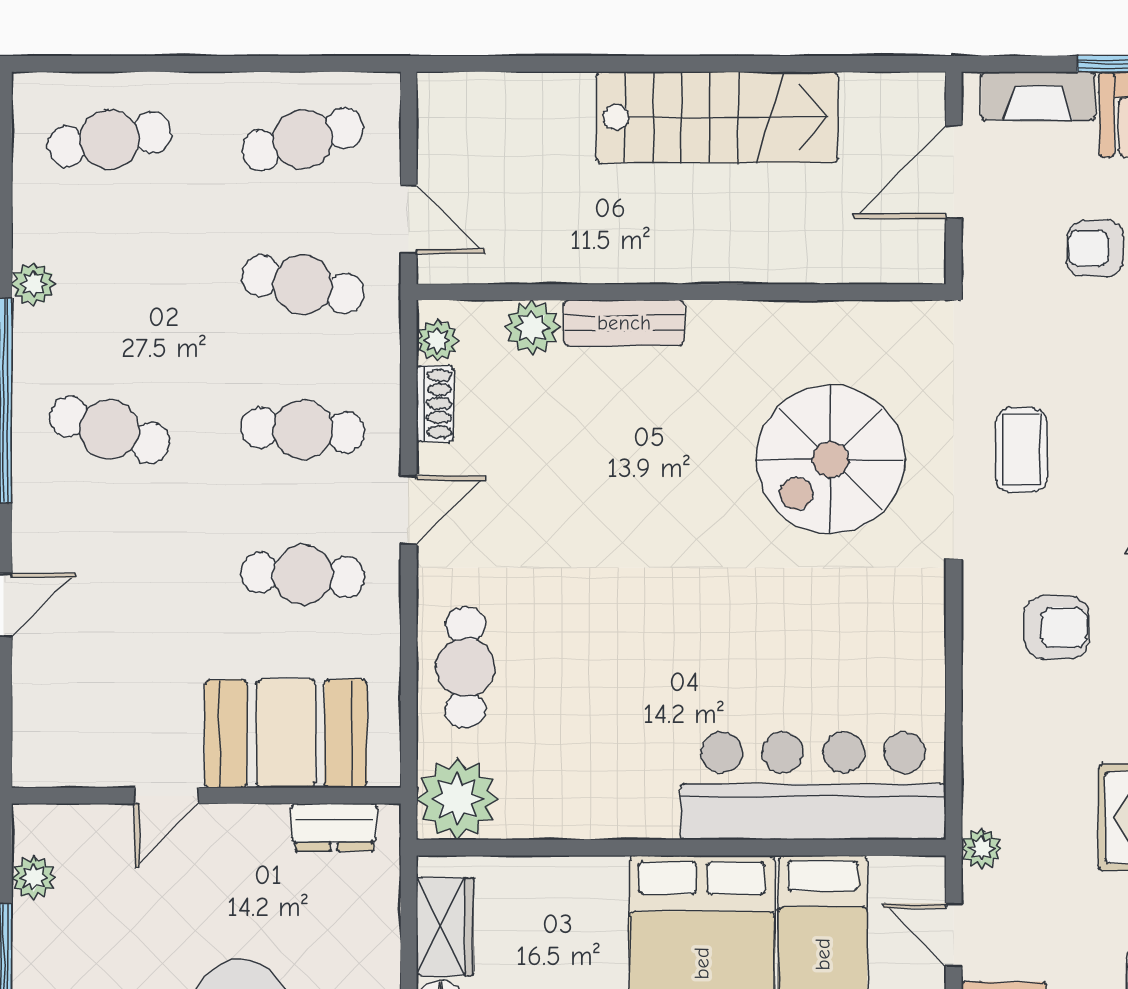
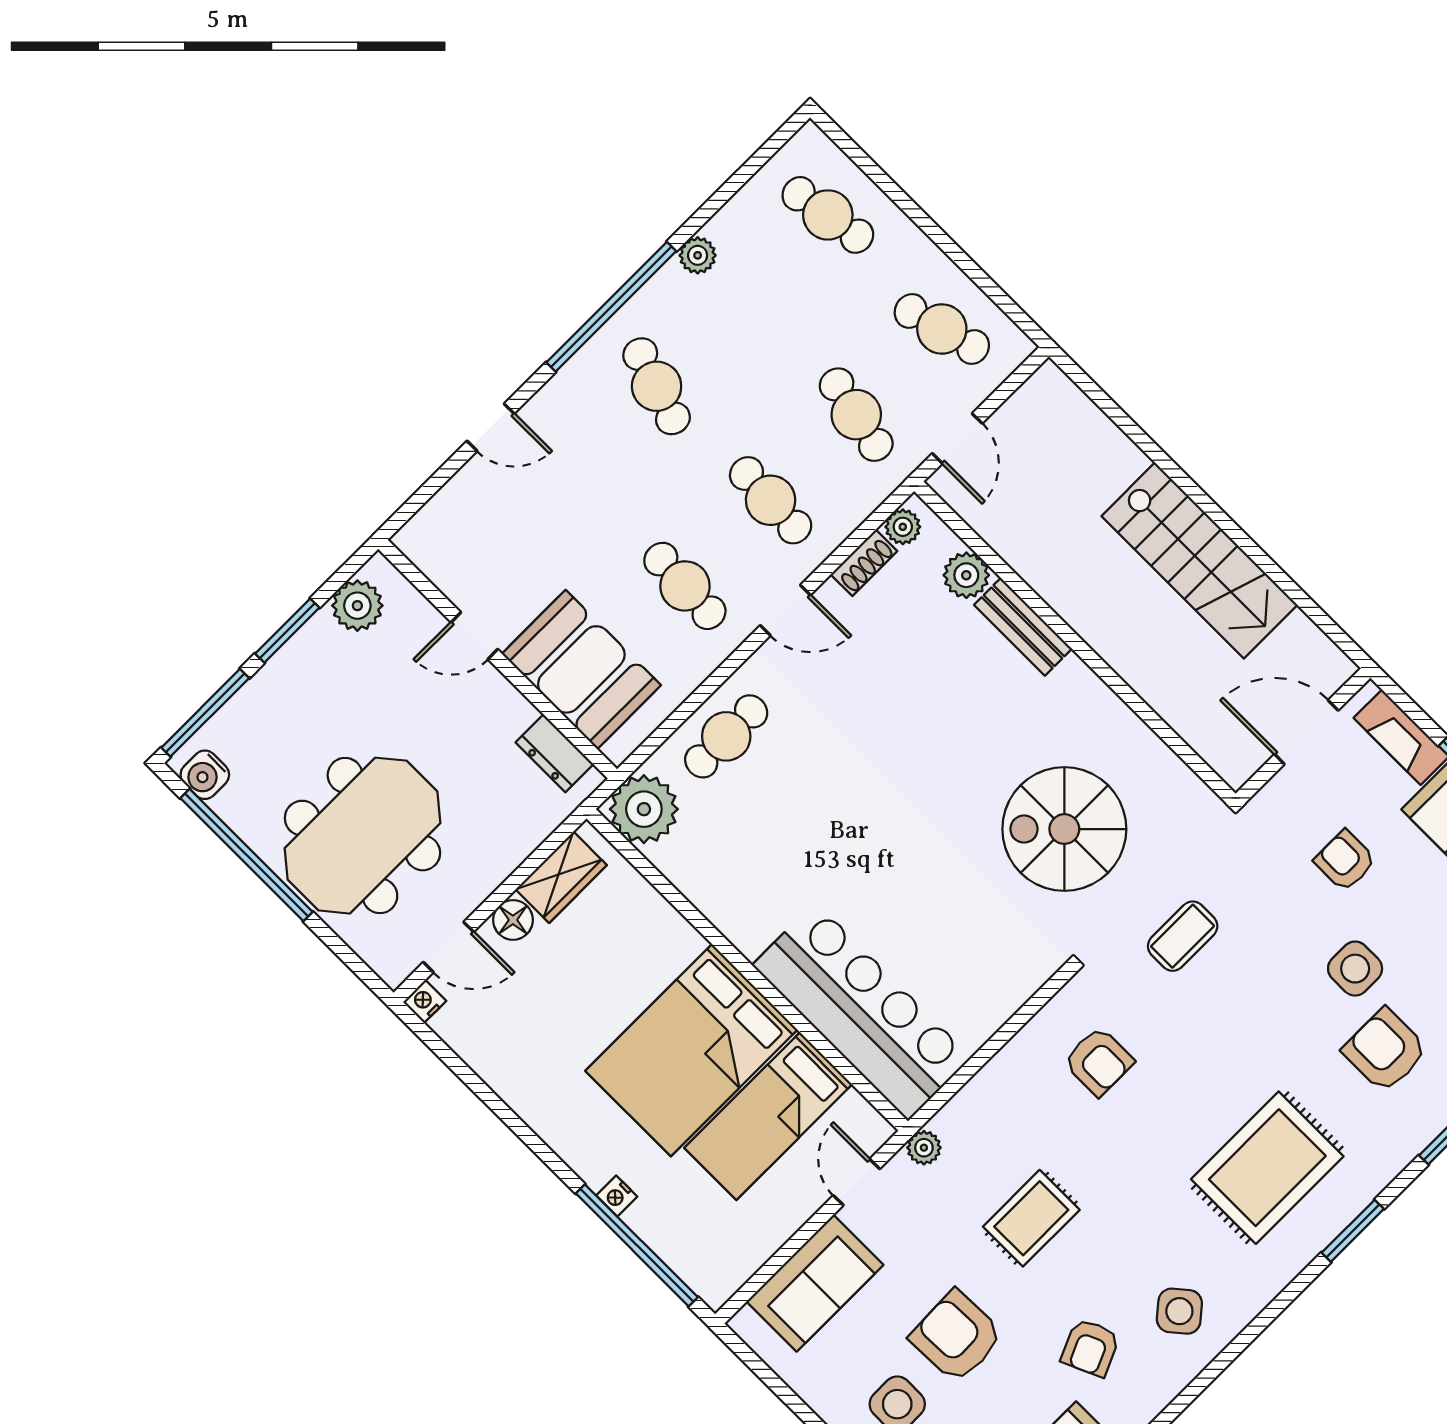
plant: (34, 877) -> (357, 606), width x1.38, depth x1.38

